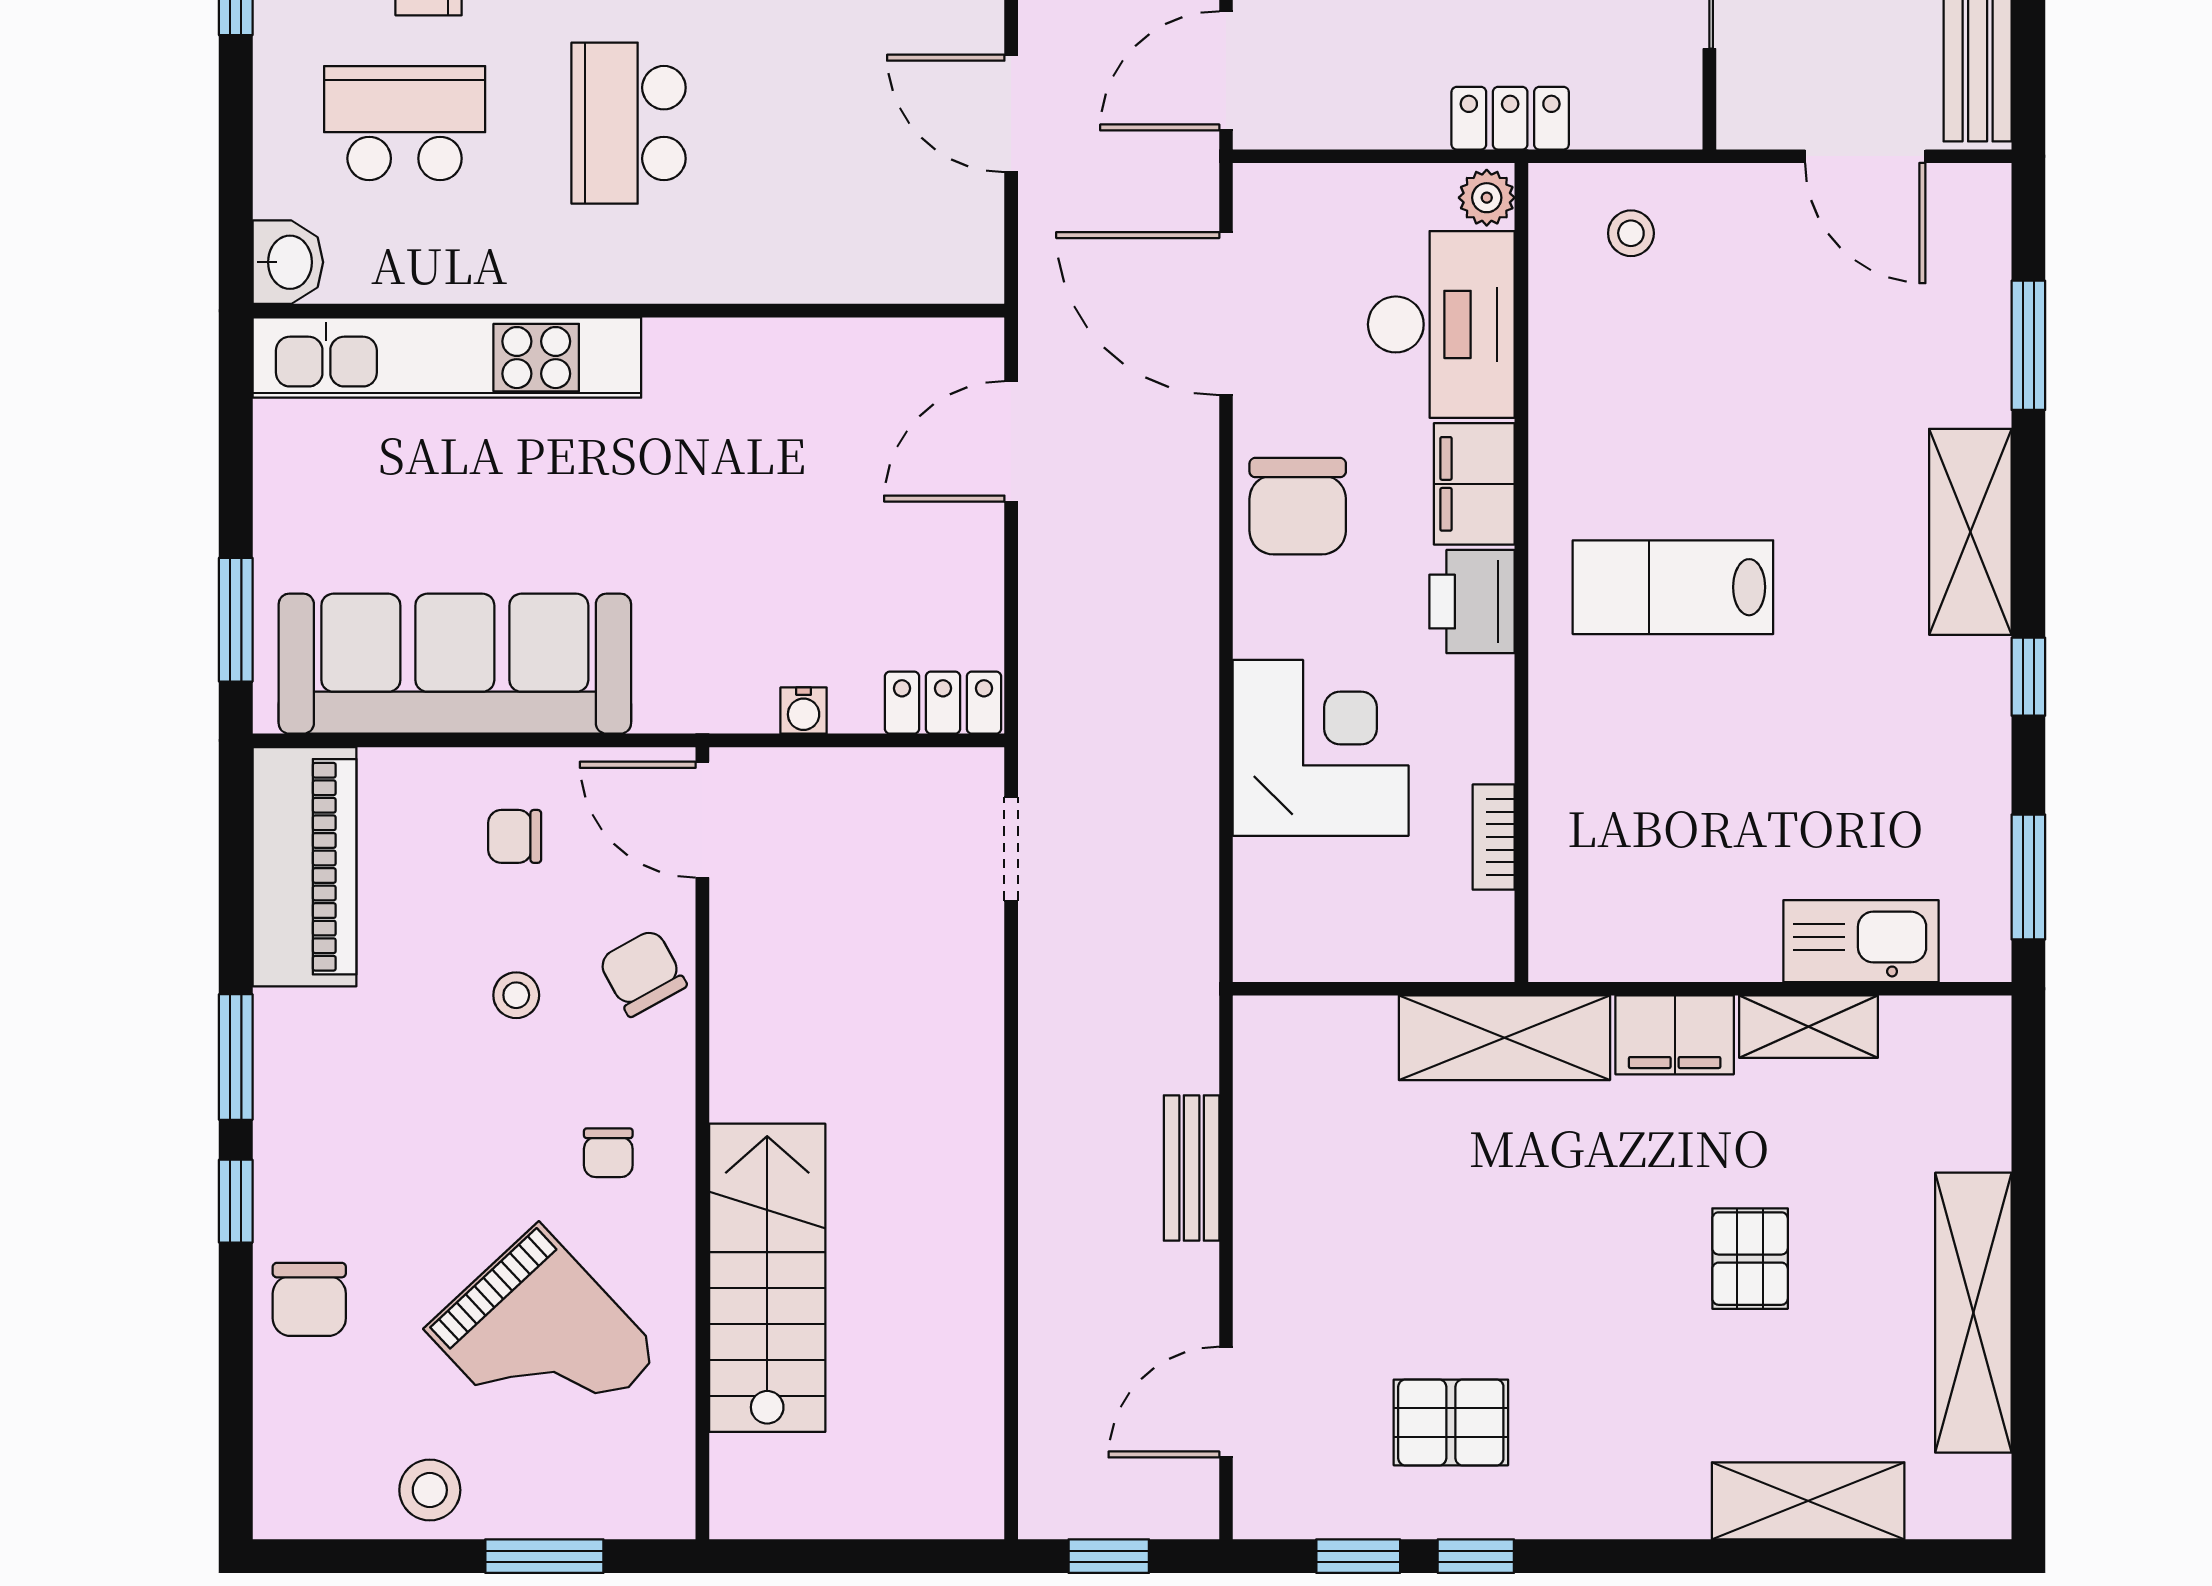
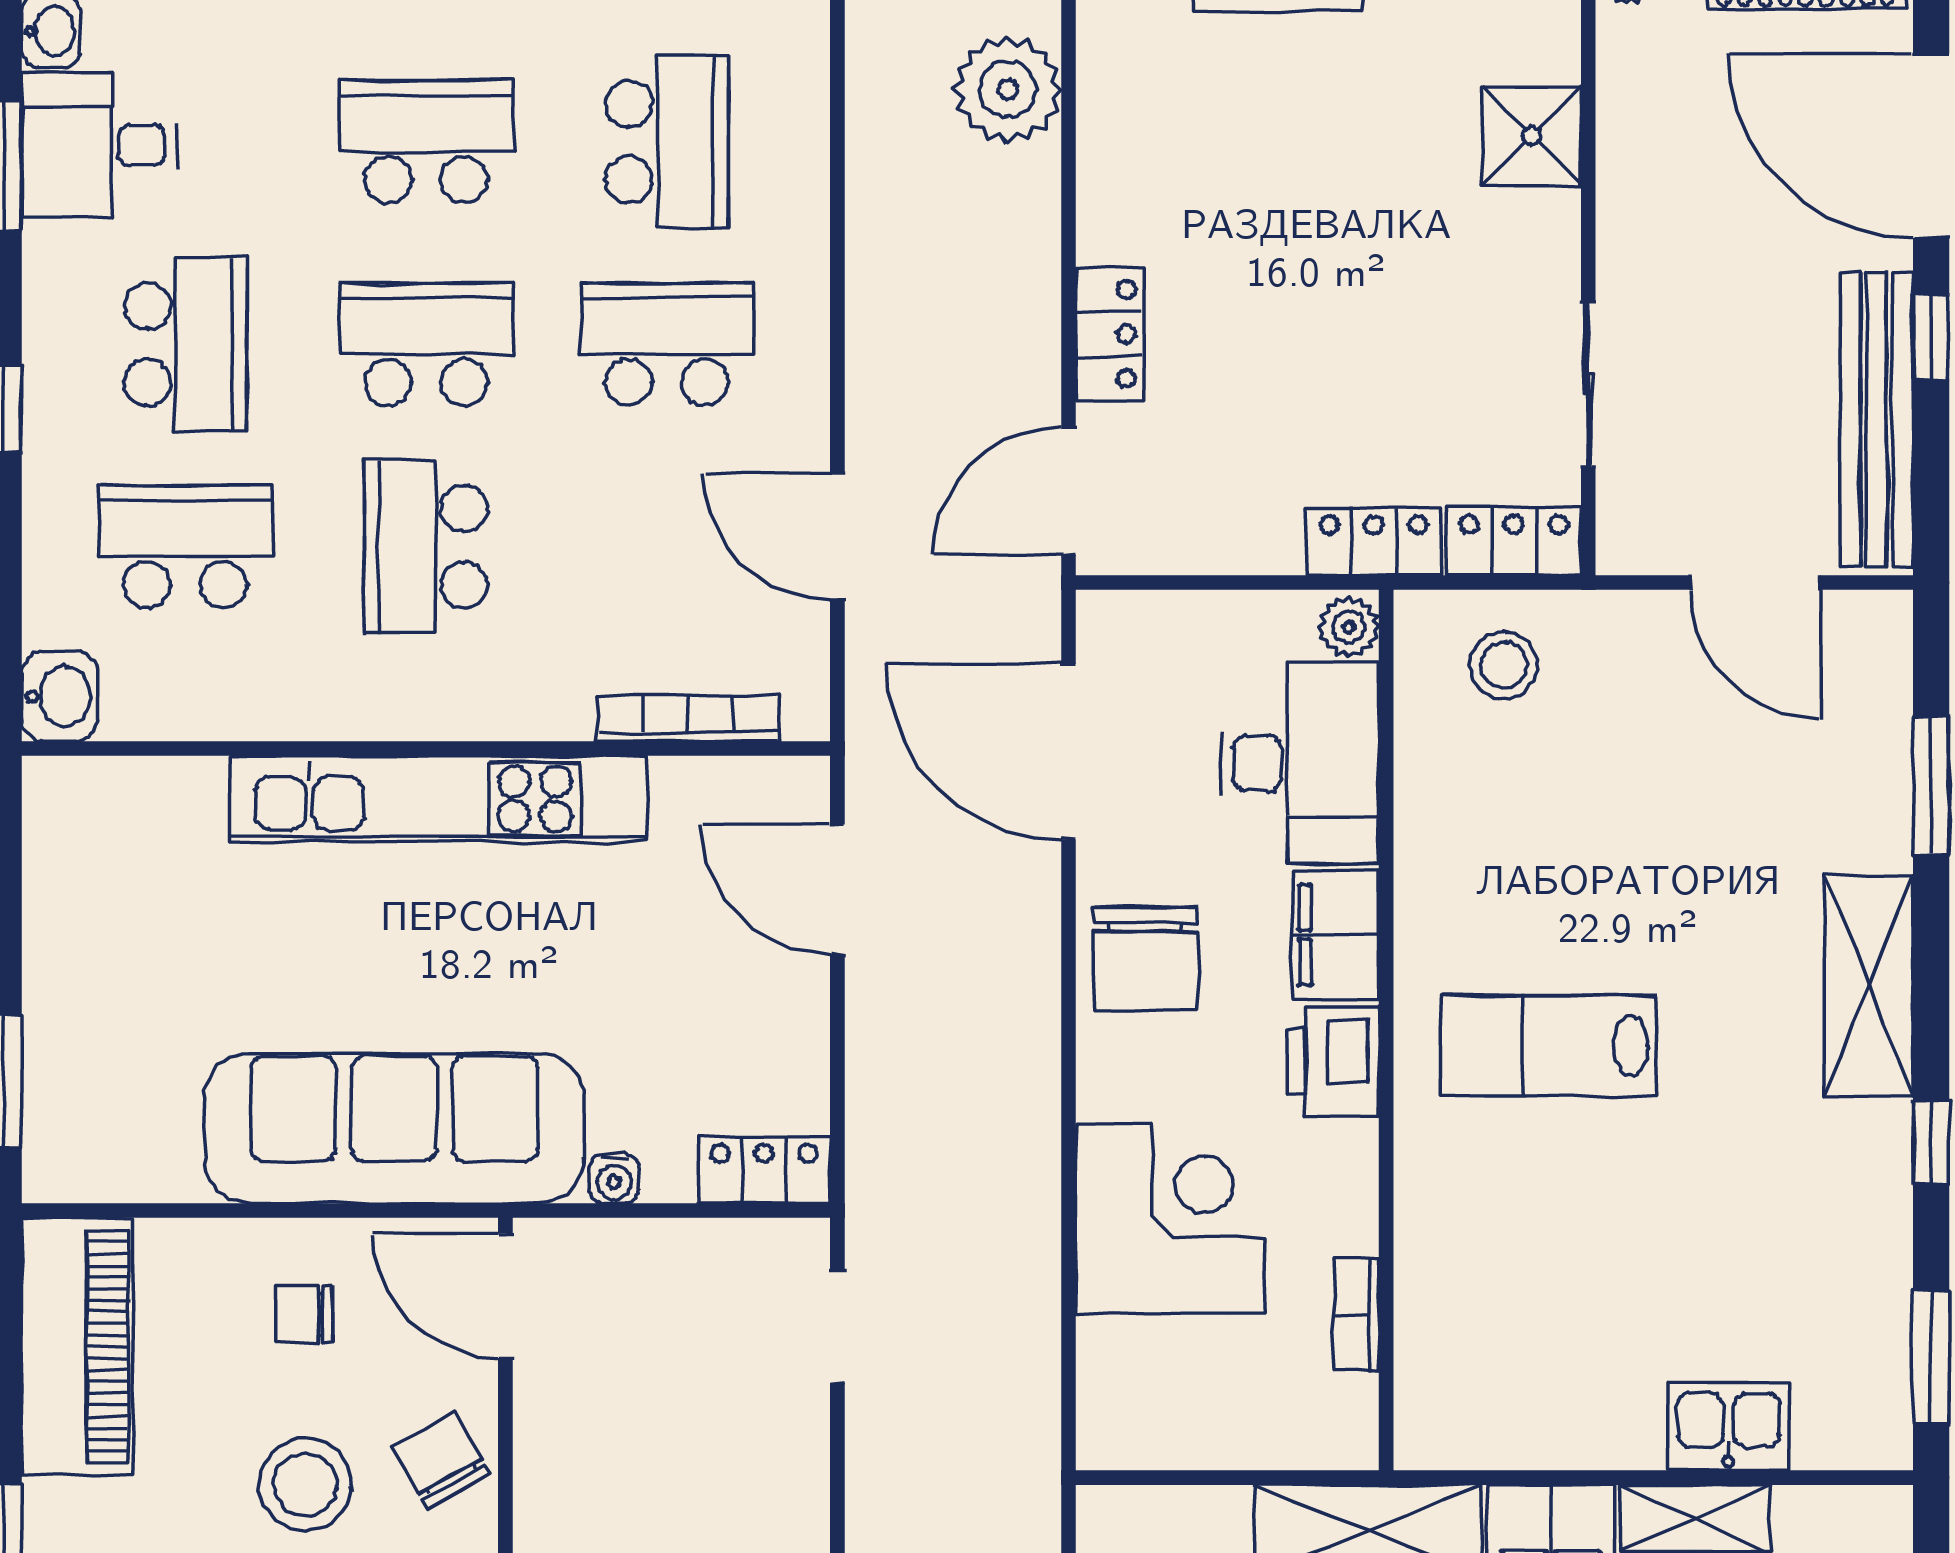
locker: (1640, 118) -> (1514, 541), added
stool: (1631, 233) -> (1504, 665), width x1.37, depth x1.37
bookcase: (872, 282) -> (688, 718), added
kitchen unit: (447, 358) -> (439, 799), moved
door: (1011, 441) -> (837, 889), hinge flipped
sofa: (455, 664) -> (394, 1128), moved
kitchen sink: (1861, 941) -> (1728, 1426), width x0.73
stool: (516, 995) -> (305, 1485), width x1.89, depth x1.89

